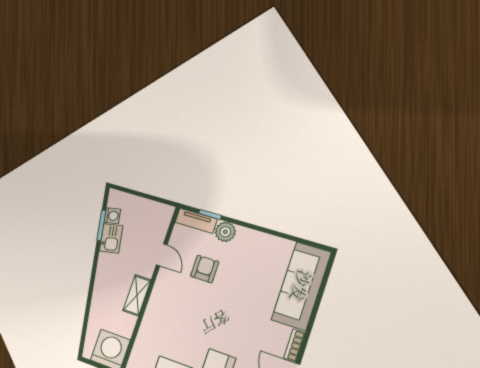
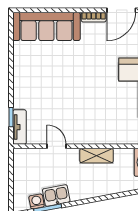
plant: (225, 232) -> (22, 100), removed
door: (162, 255) -> (57, 146), hinge flipped
armchair: (205, 269) -> (57, 106), removed

